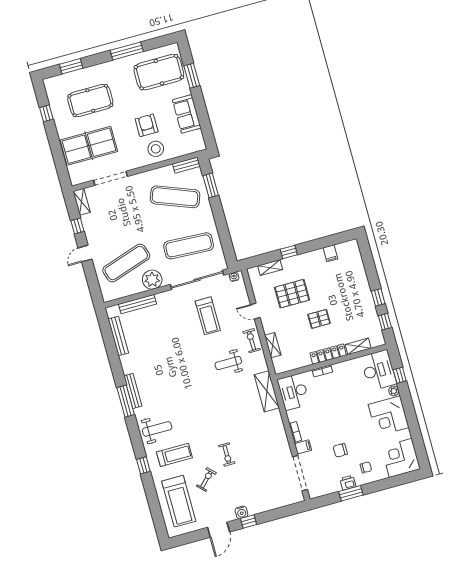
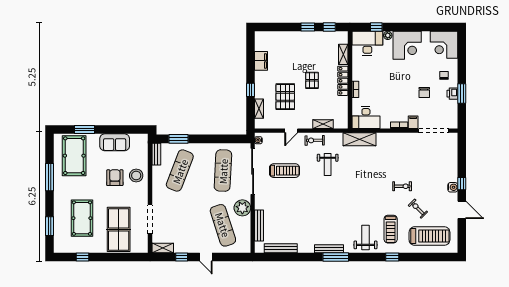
armchair: (147, 125) -> (115, 178), turned 90
filing cabinet: (330, 253) -> (261, 61), width x2.00
treadmill: (174, 455) -> (391, 229), turned 180

